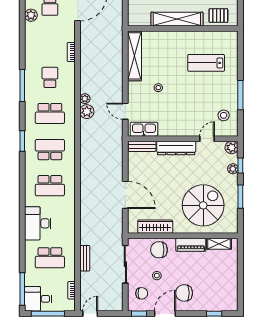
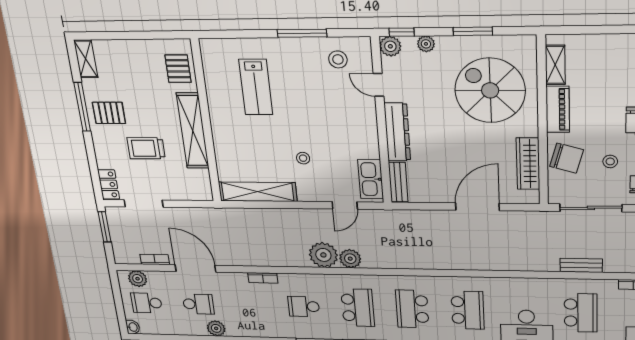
plant: (85, 99) -> (323, 255), width x1.88, depth x1.88
window: (240, 165) -> (402, 32), moved
chair: (159, 250) -> (567, 158), turned -74

